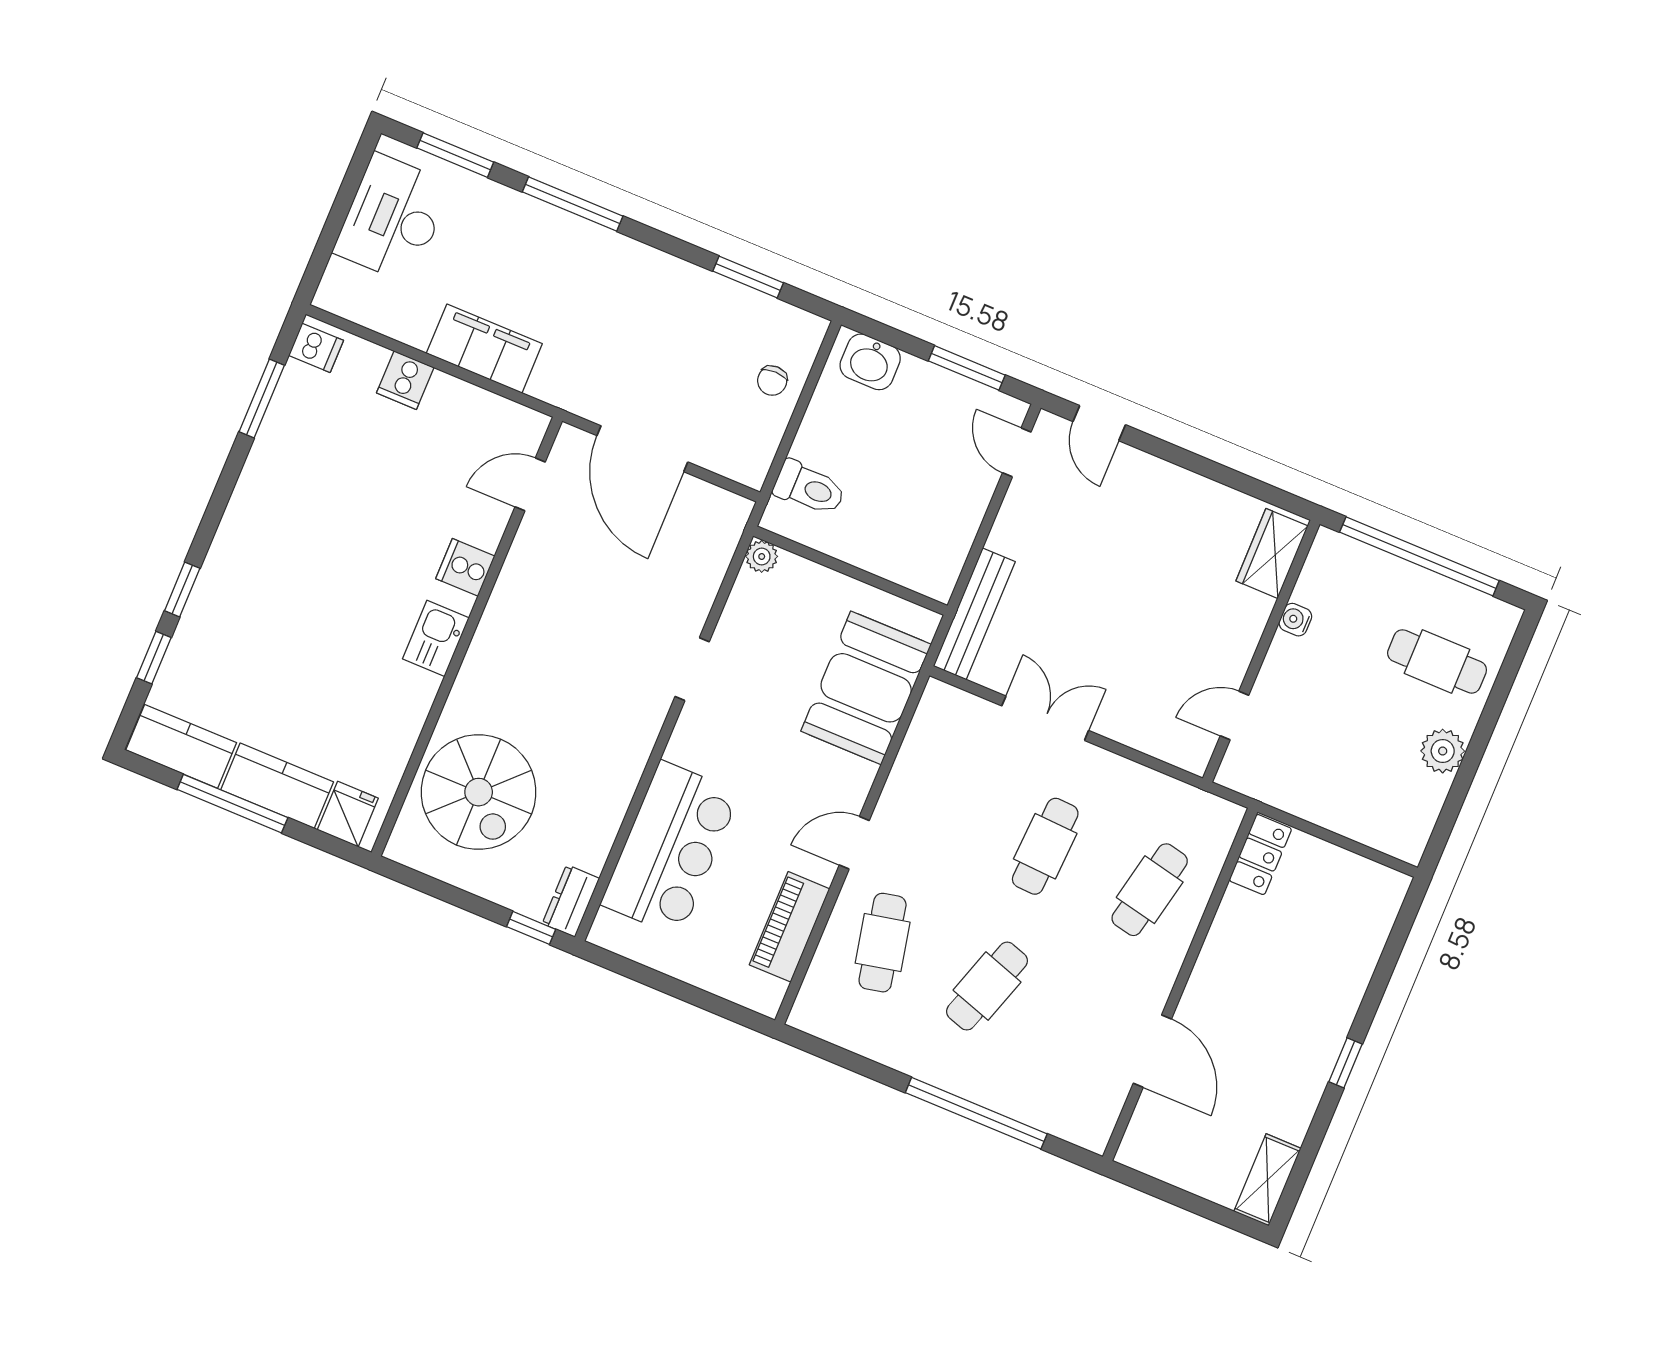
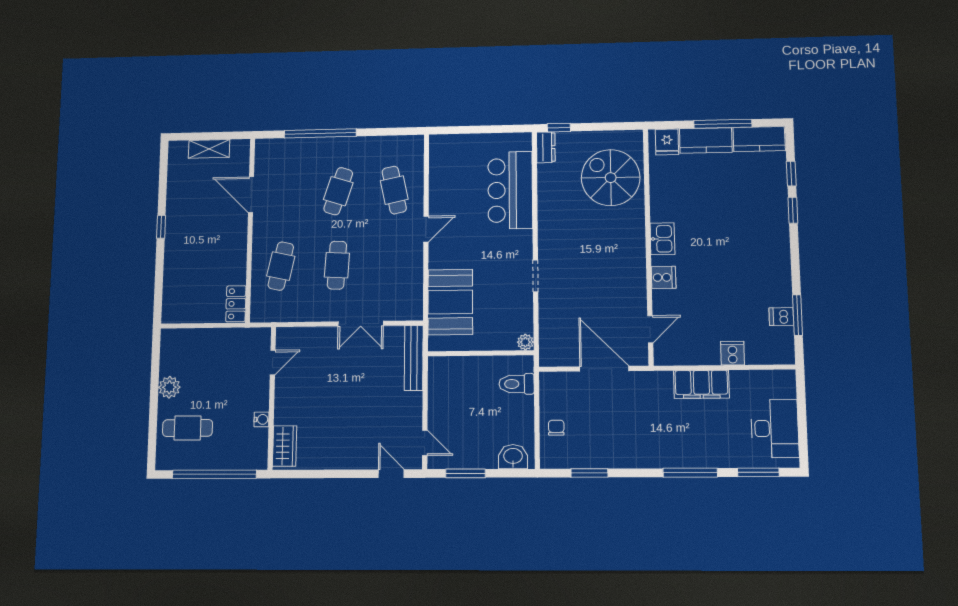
dishwasher: (316, 348) -> (781, 317), moved
piano: (789, 927) -> (440, 179), removed
shelving: (1267, 1180) -> (209, 149), moved, turned 90

